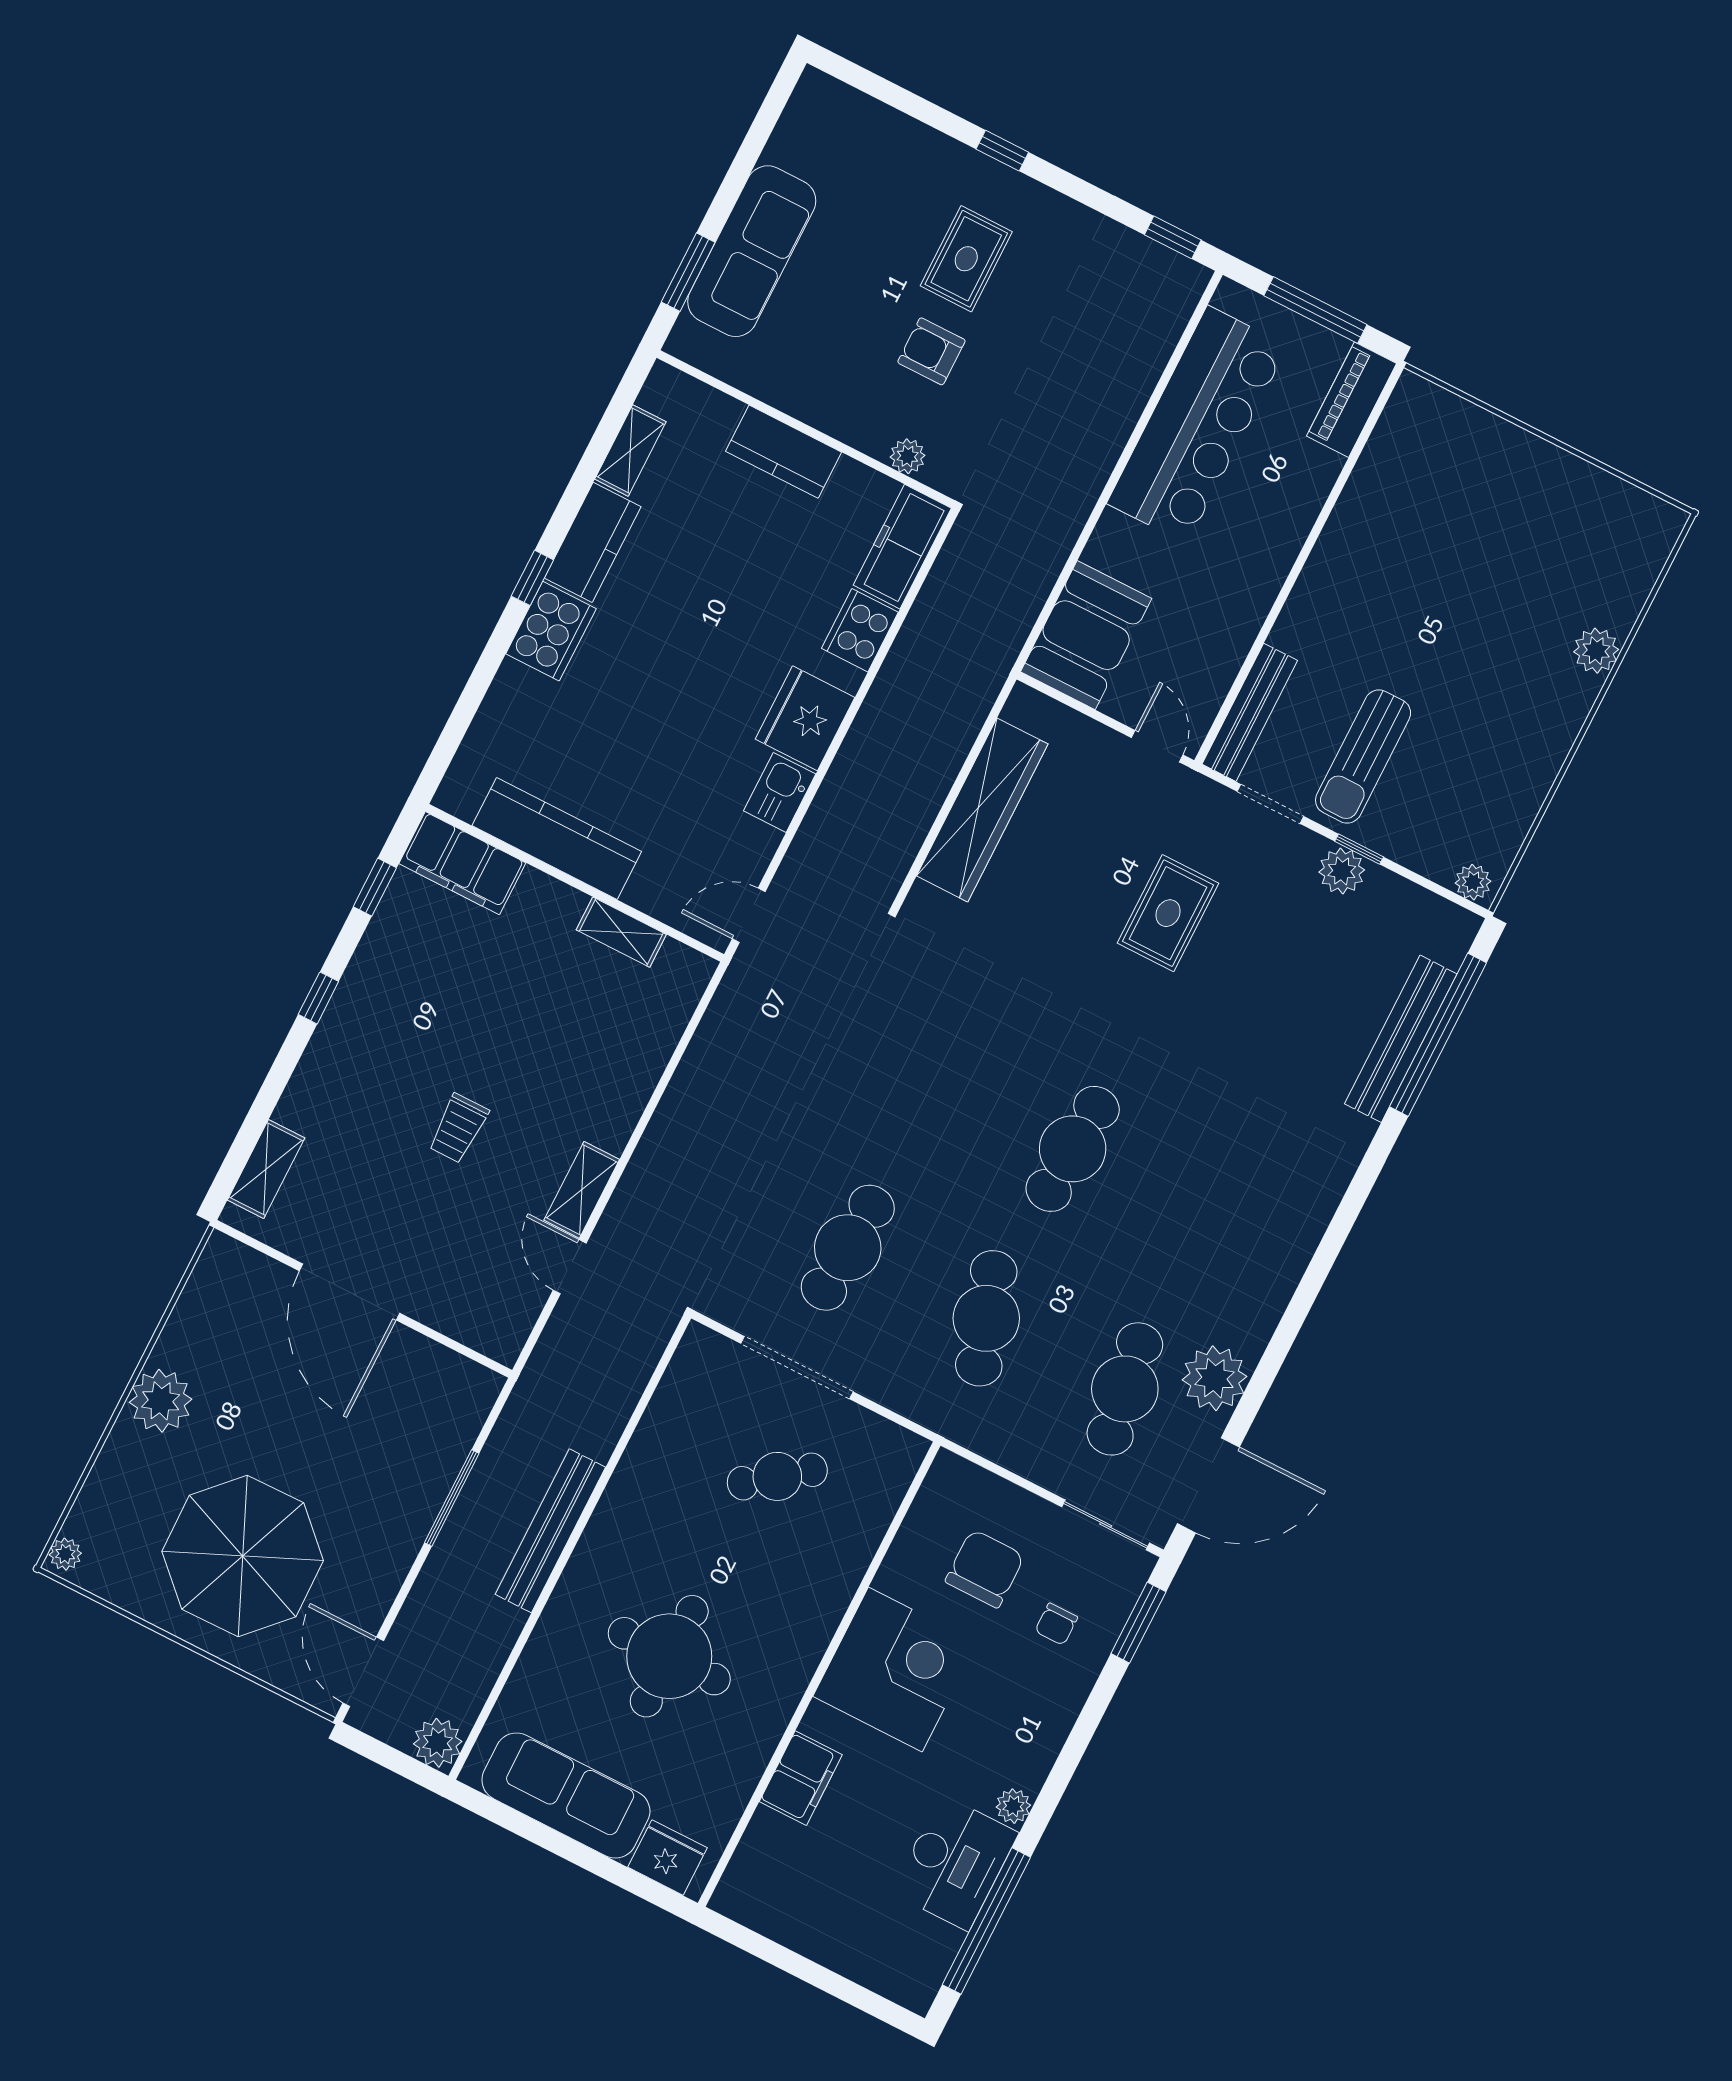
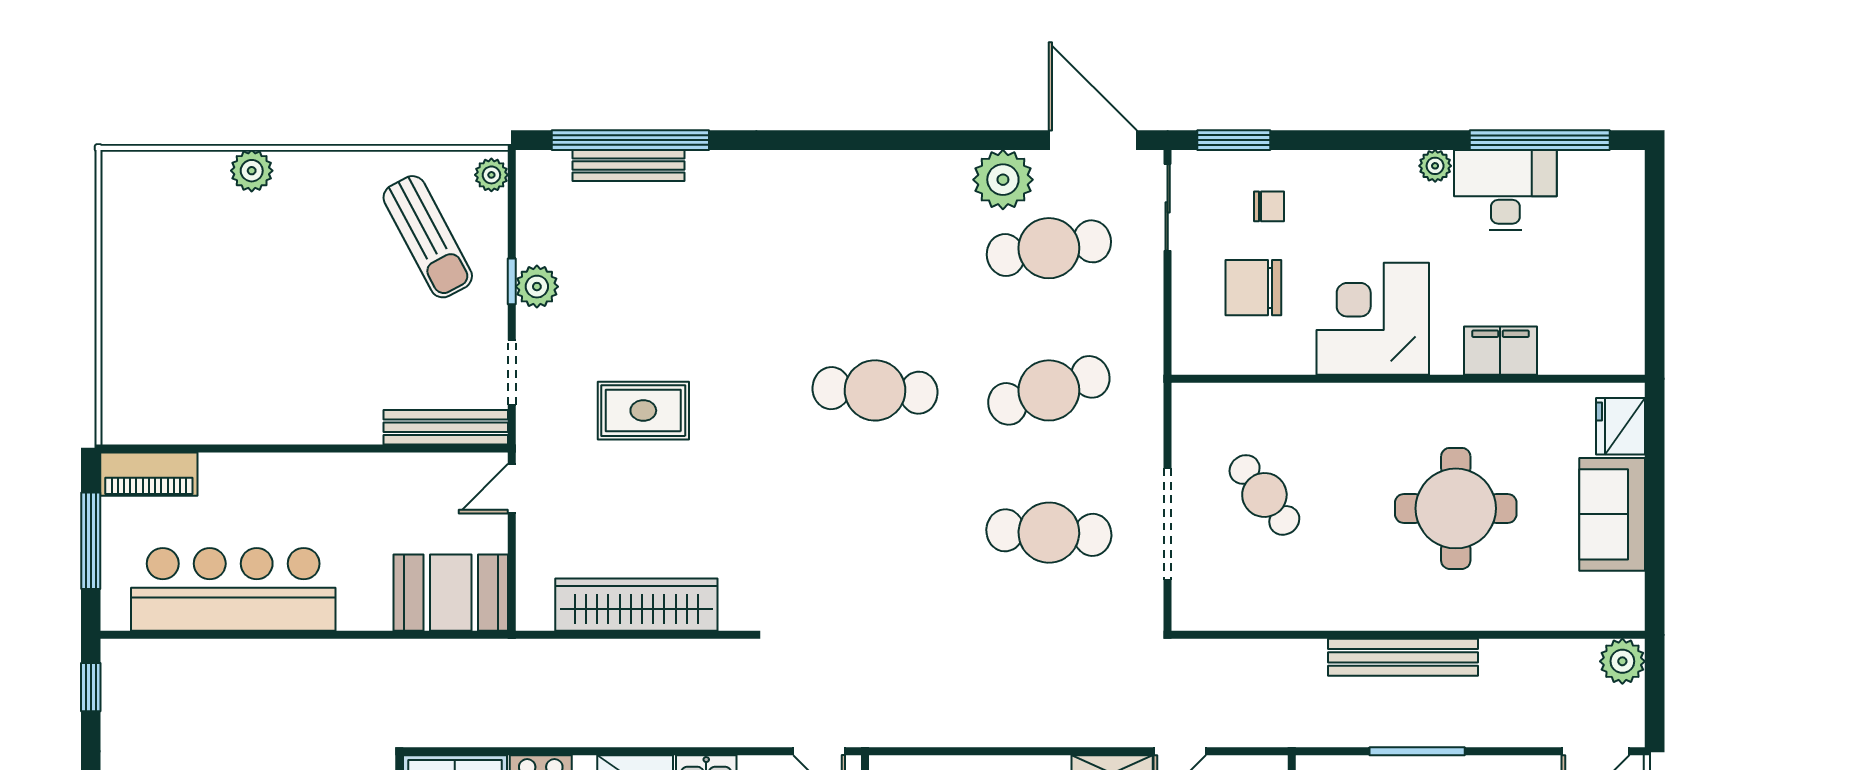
sun lounger: (1363, 757) -> (428, 237), moved, turned 62
bench: (1401, 1039) -> (629, 165), width x0.73, depth x0.82
sofa: (566, 1796) -> (1612, 514), width x0.73

